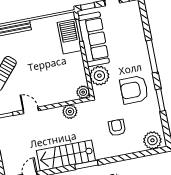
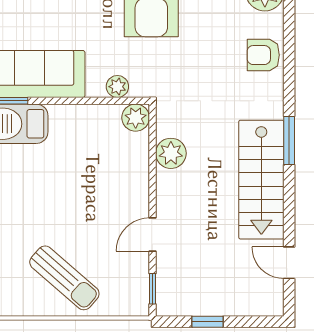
plant: (99, 76) -> (117, 87), width x0.53, depth x0.53
armchair: (117, 128) -> (263, 55), moved

